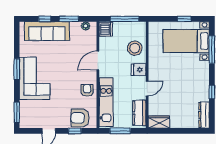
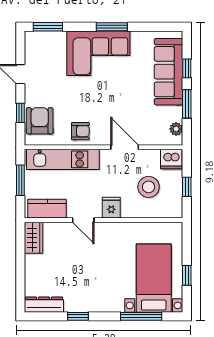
window: (125, 19) -> (187, 187), width x0.46
stool: (135, 48) -> (149, 187), moved

